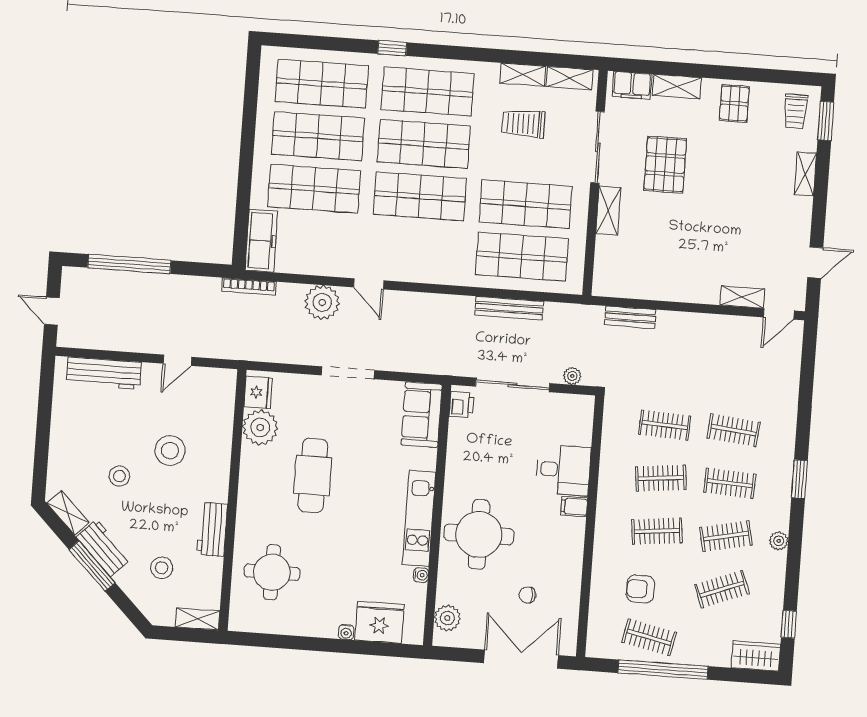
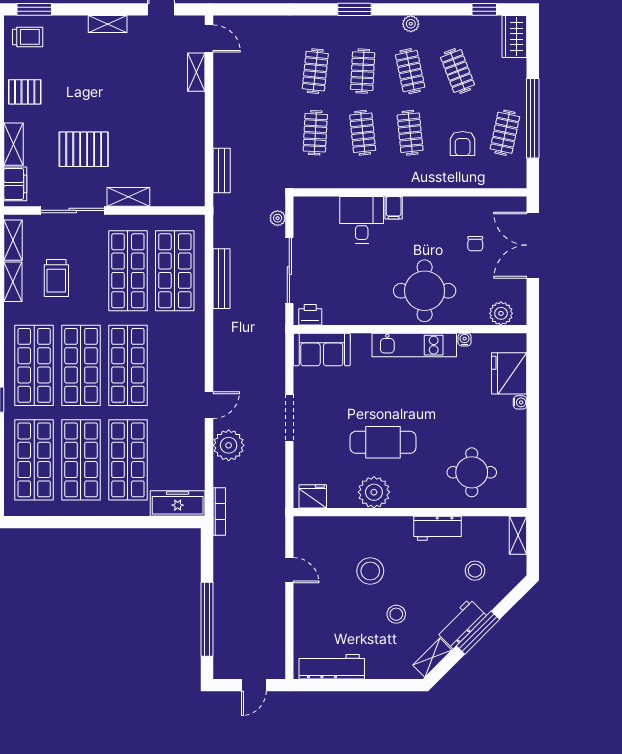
shelving: (805, 174) -> (108, 24), moved
workbench: (104, 373) -> (332, 667), moved, turned -90
plant: (260, 428) -> (374, 492), moved

